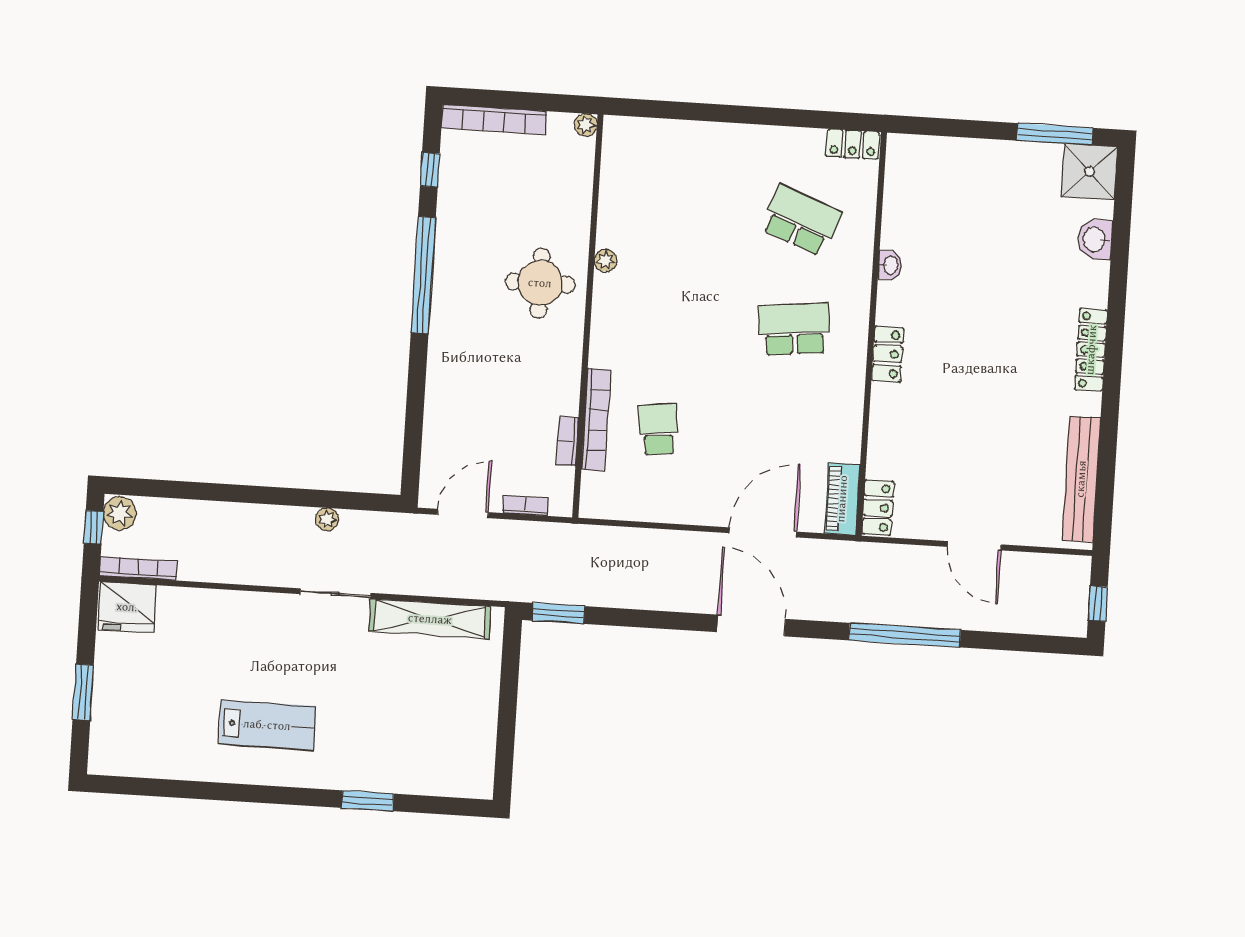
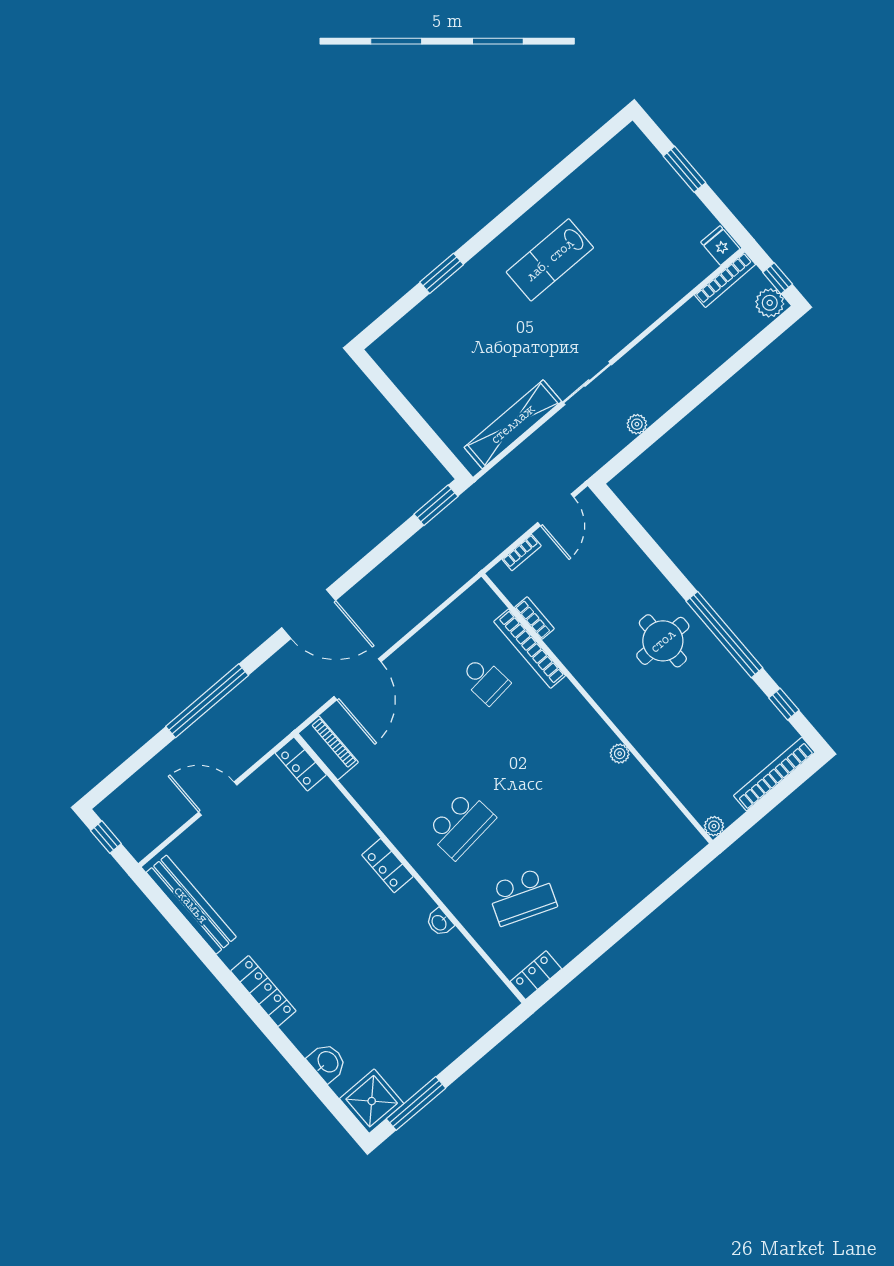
round table: (540, 283) -> (663, 641), moved
fridge: (127, 607) -> (720, 245), width x0.53, depth x0.75

